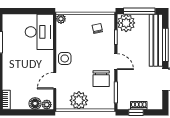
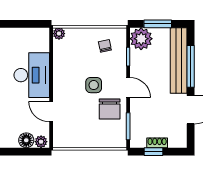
window: (139, 11) -> (158, 24), width x0.69
desk: (39, 32) -> (32, 75), moved
side table: (65, 58) -> (94, 85), moved
door: (55, 81) -> (51, 112), hinge flipped
plant: (79, 100) -> (81, 136), removed

